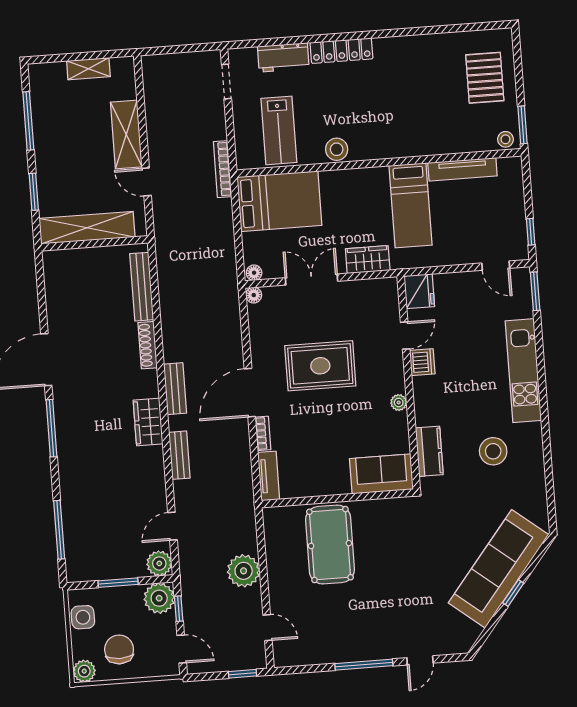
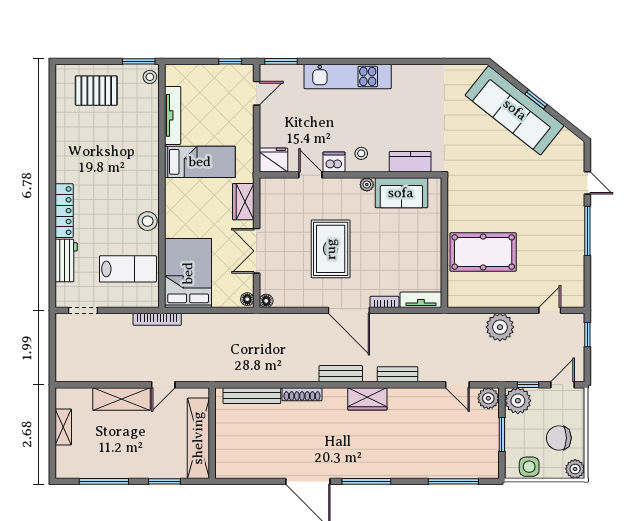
stool: (493, 451) -> (361, 153), moved, width x0.53, depth x0.53
sofa: (381, 474) -> (401, 193), moved, turned -90

